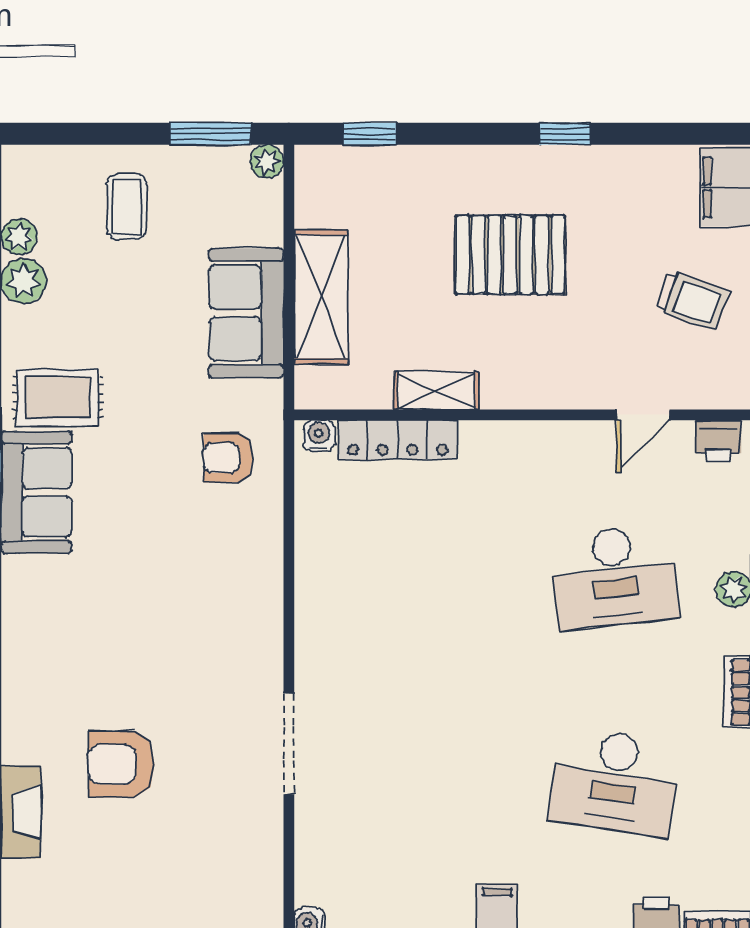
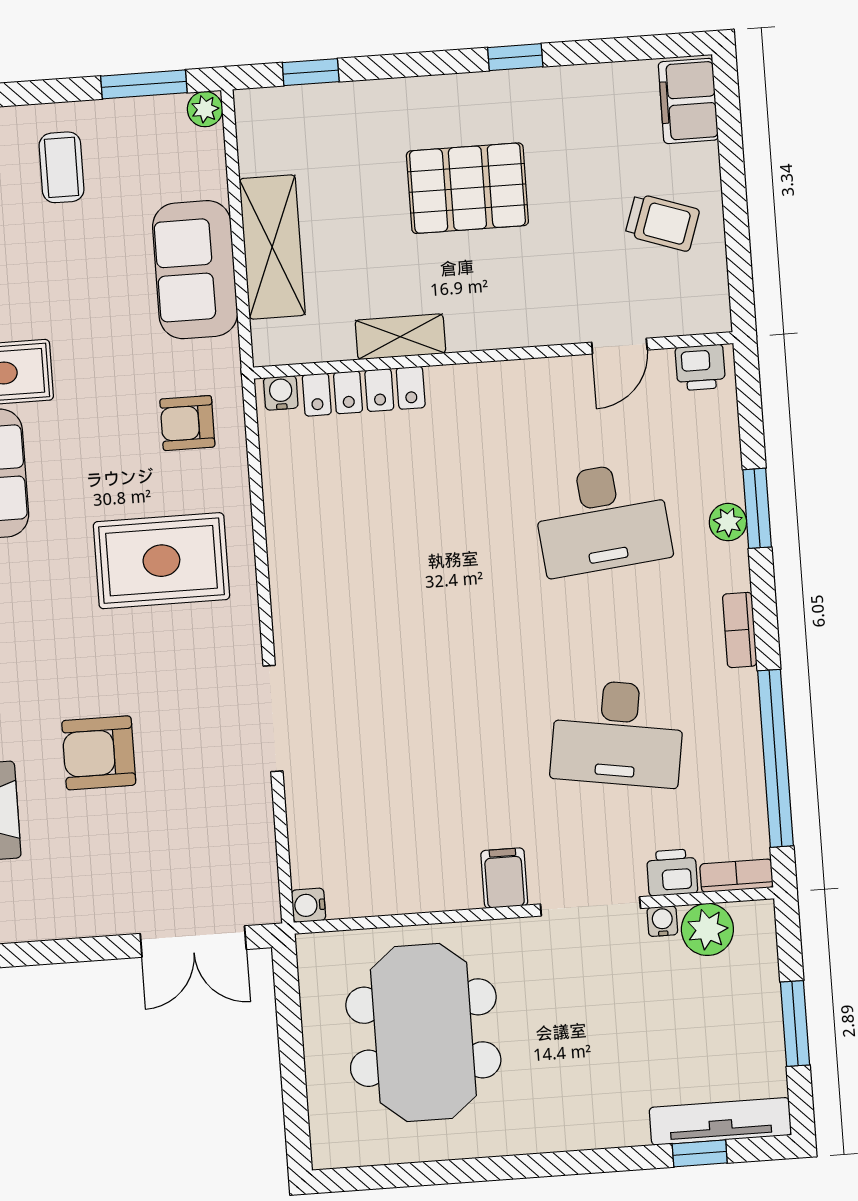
rug: (194, 586) -> (161, 561), added

